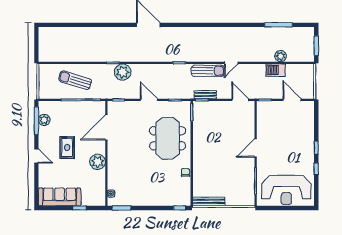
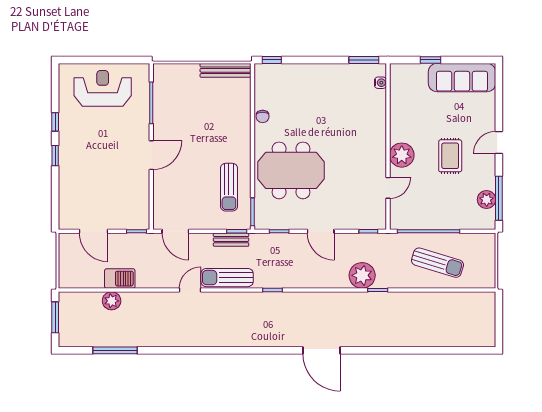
door: (106, 127) -> (388, 188), width x0.53
sun lounger: (207, 128) -> (229, 187), added
meeting table: (167, 138) -> (291, 170), turned 90
door: (36, 156) -> (499, 143), hinge flipped
plant: (98, 162) -> (402, 155), moved
reception desk: (286, 190) -> (103, 88), width x0.74, depth x0.77

